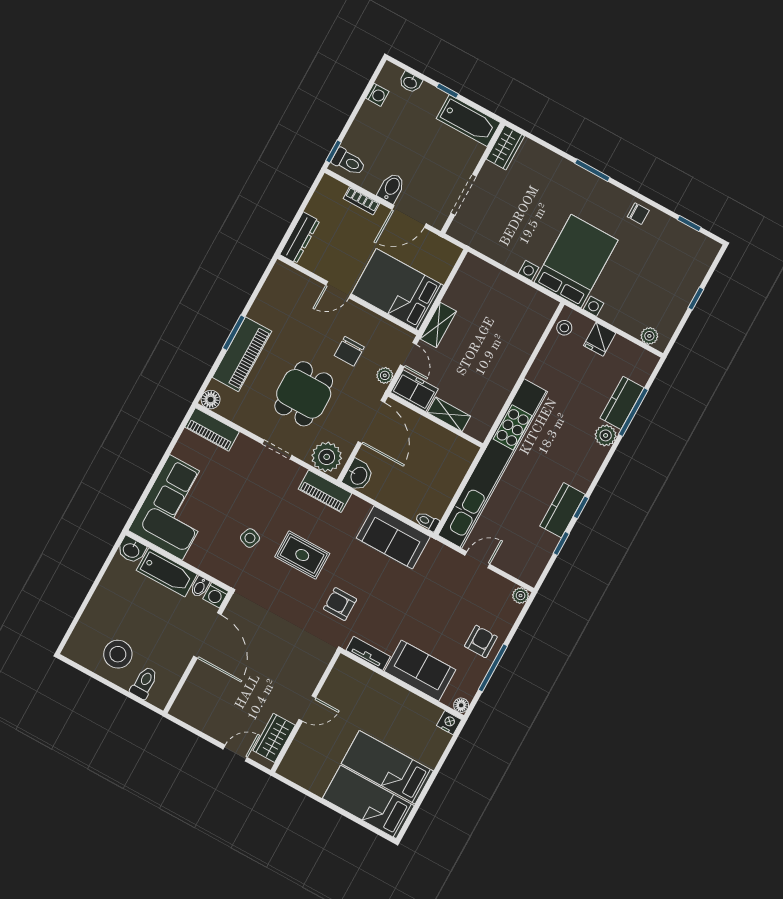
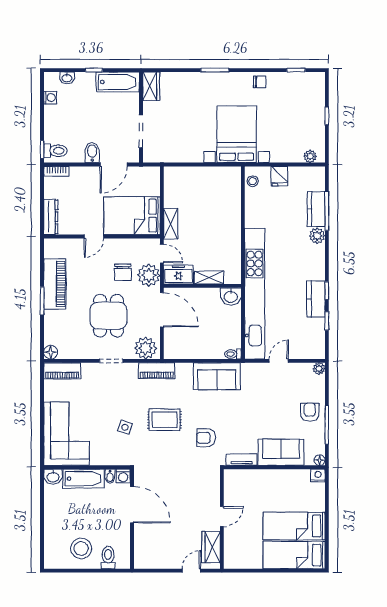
bookcase: (361, 201) -> (56, 171), moved
piano: (242, 354) -> (55, 284), moved
plant: (385, 375) -> (149, 275), width x1.88, depth x1.88
washbasin: (358, 475) -> (231, 296), moved, turned 90

